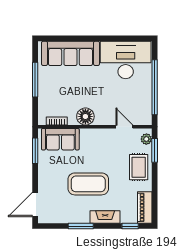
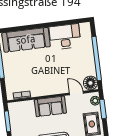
desk: (126, 60) -> (65, 37), width x0.73, depth x0.77
floor lamp: (85, 116) -> (90, 83), moved
sofa: (60, 139) -> (50, 106), moved

